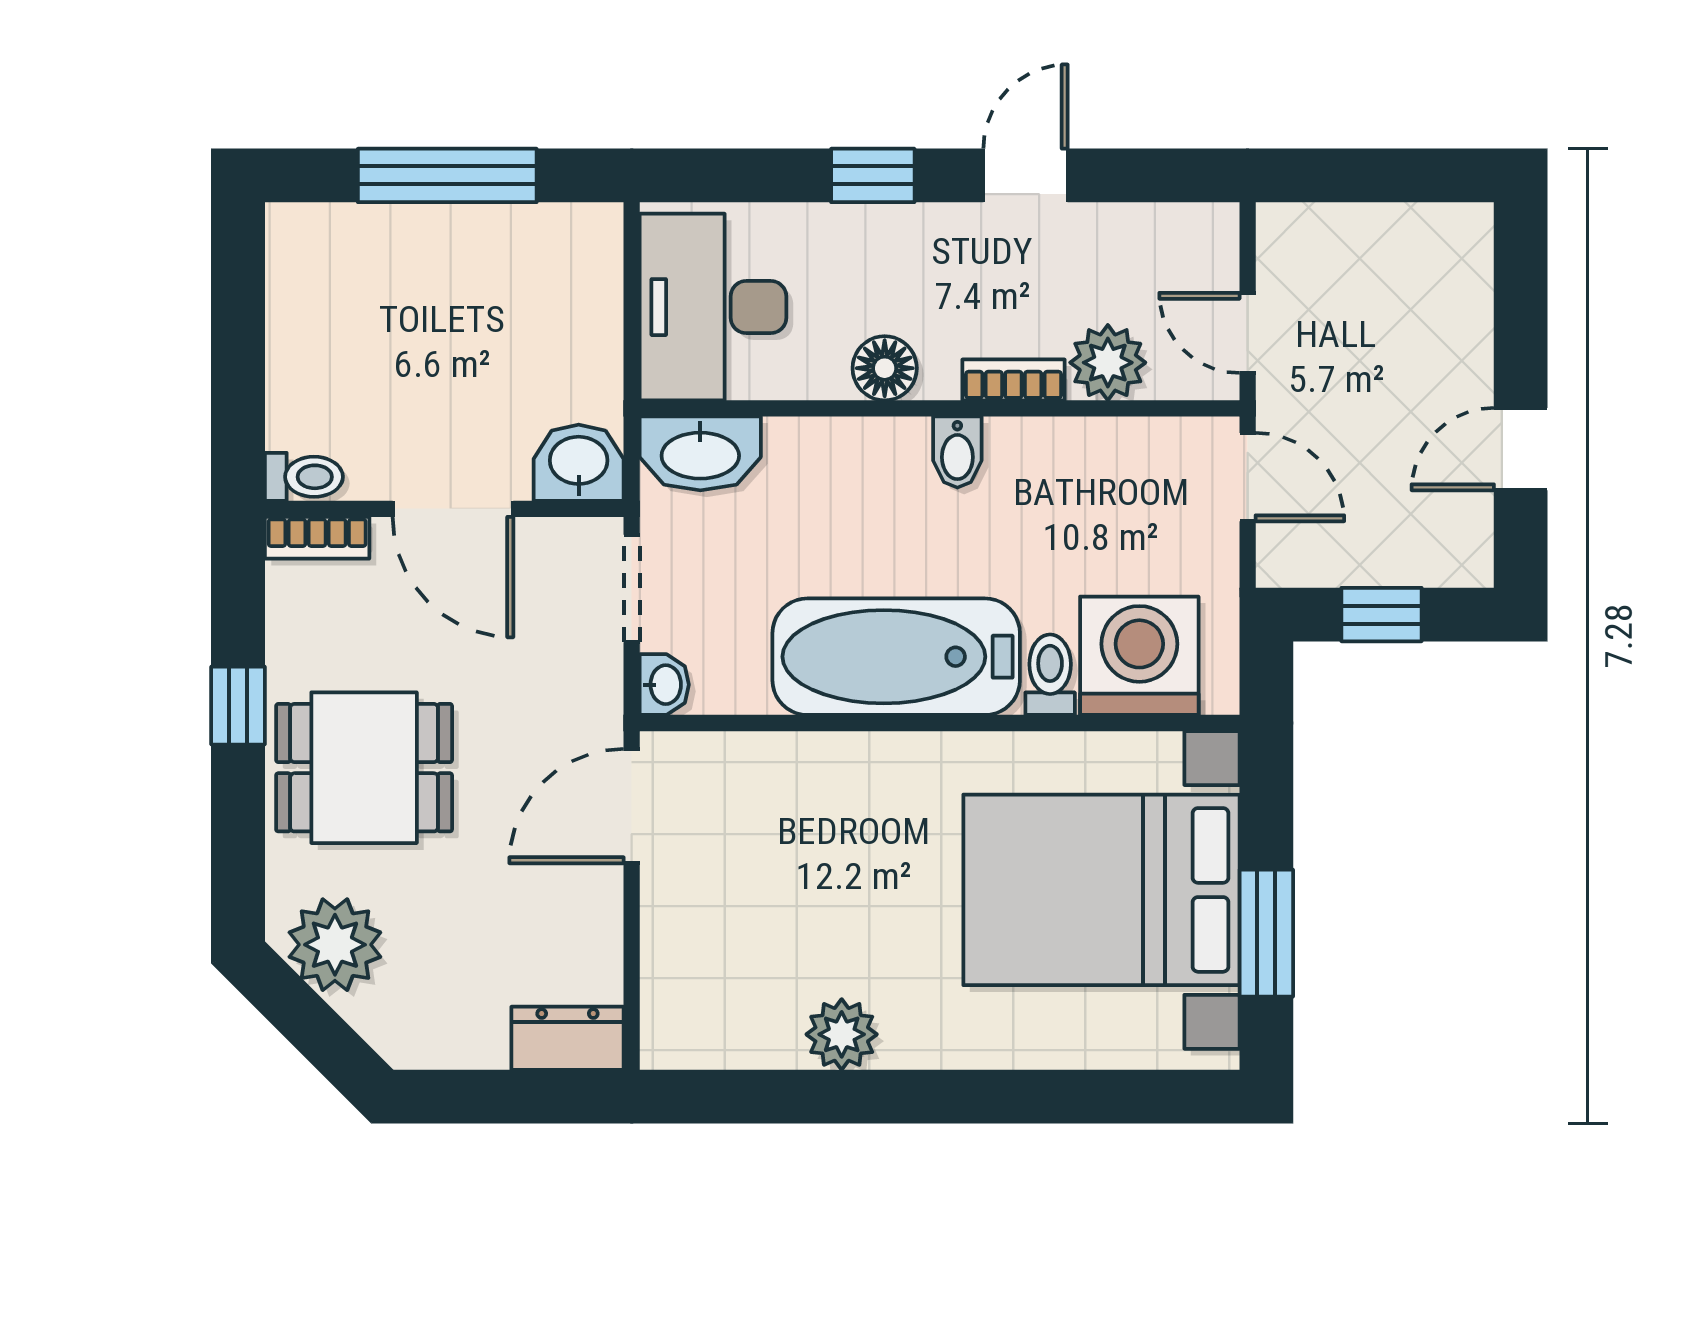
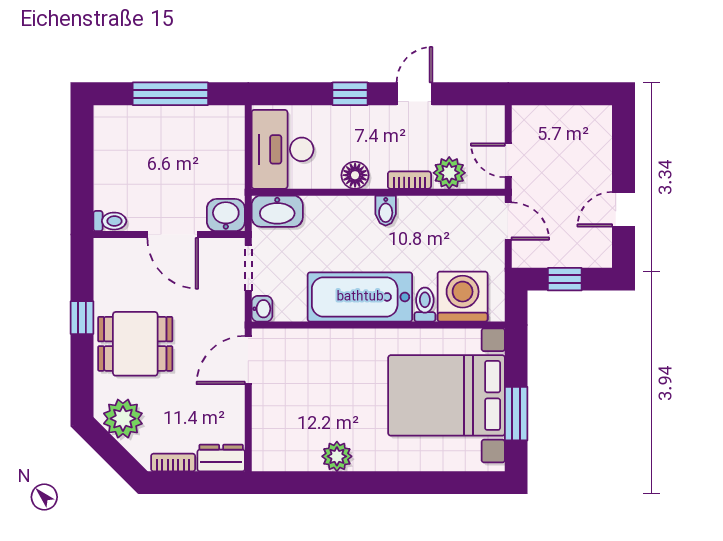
bookcase: (317, 538) -> (173, 463), moved, turned 180

